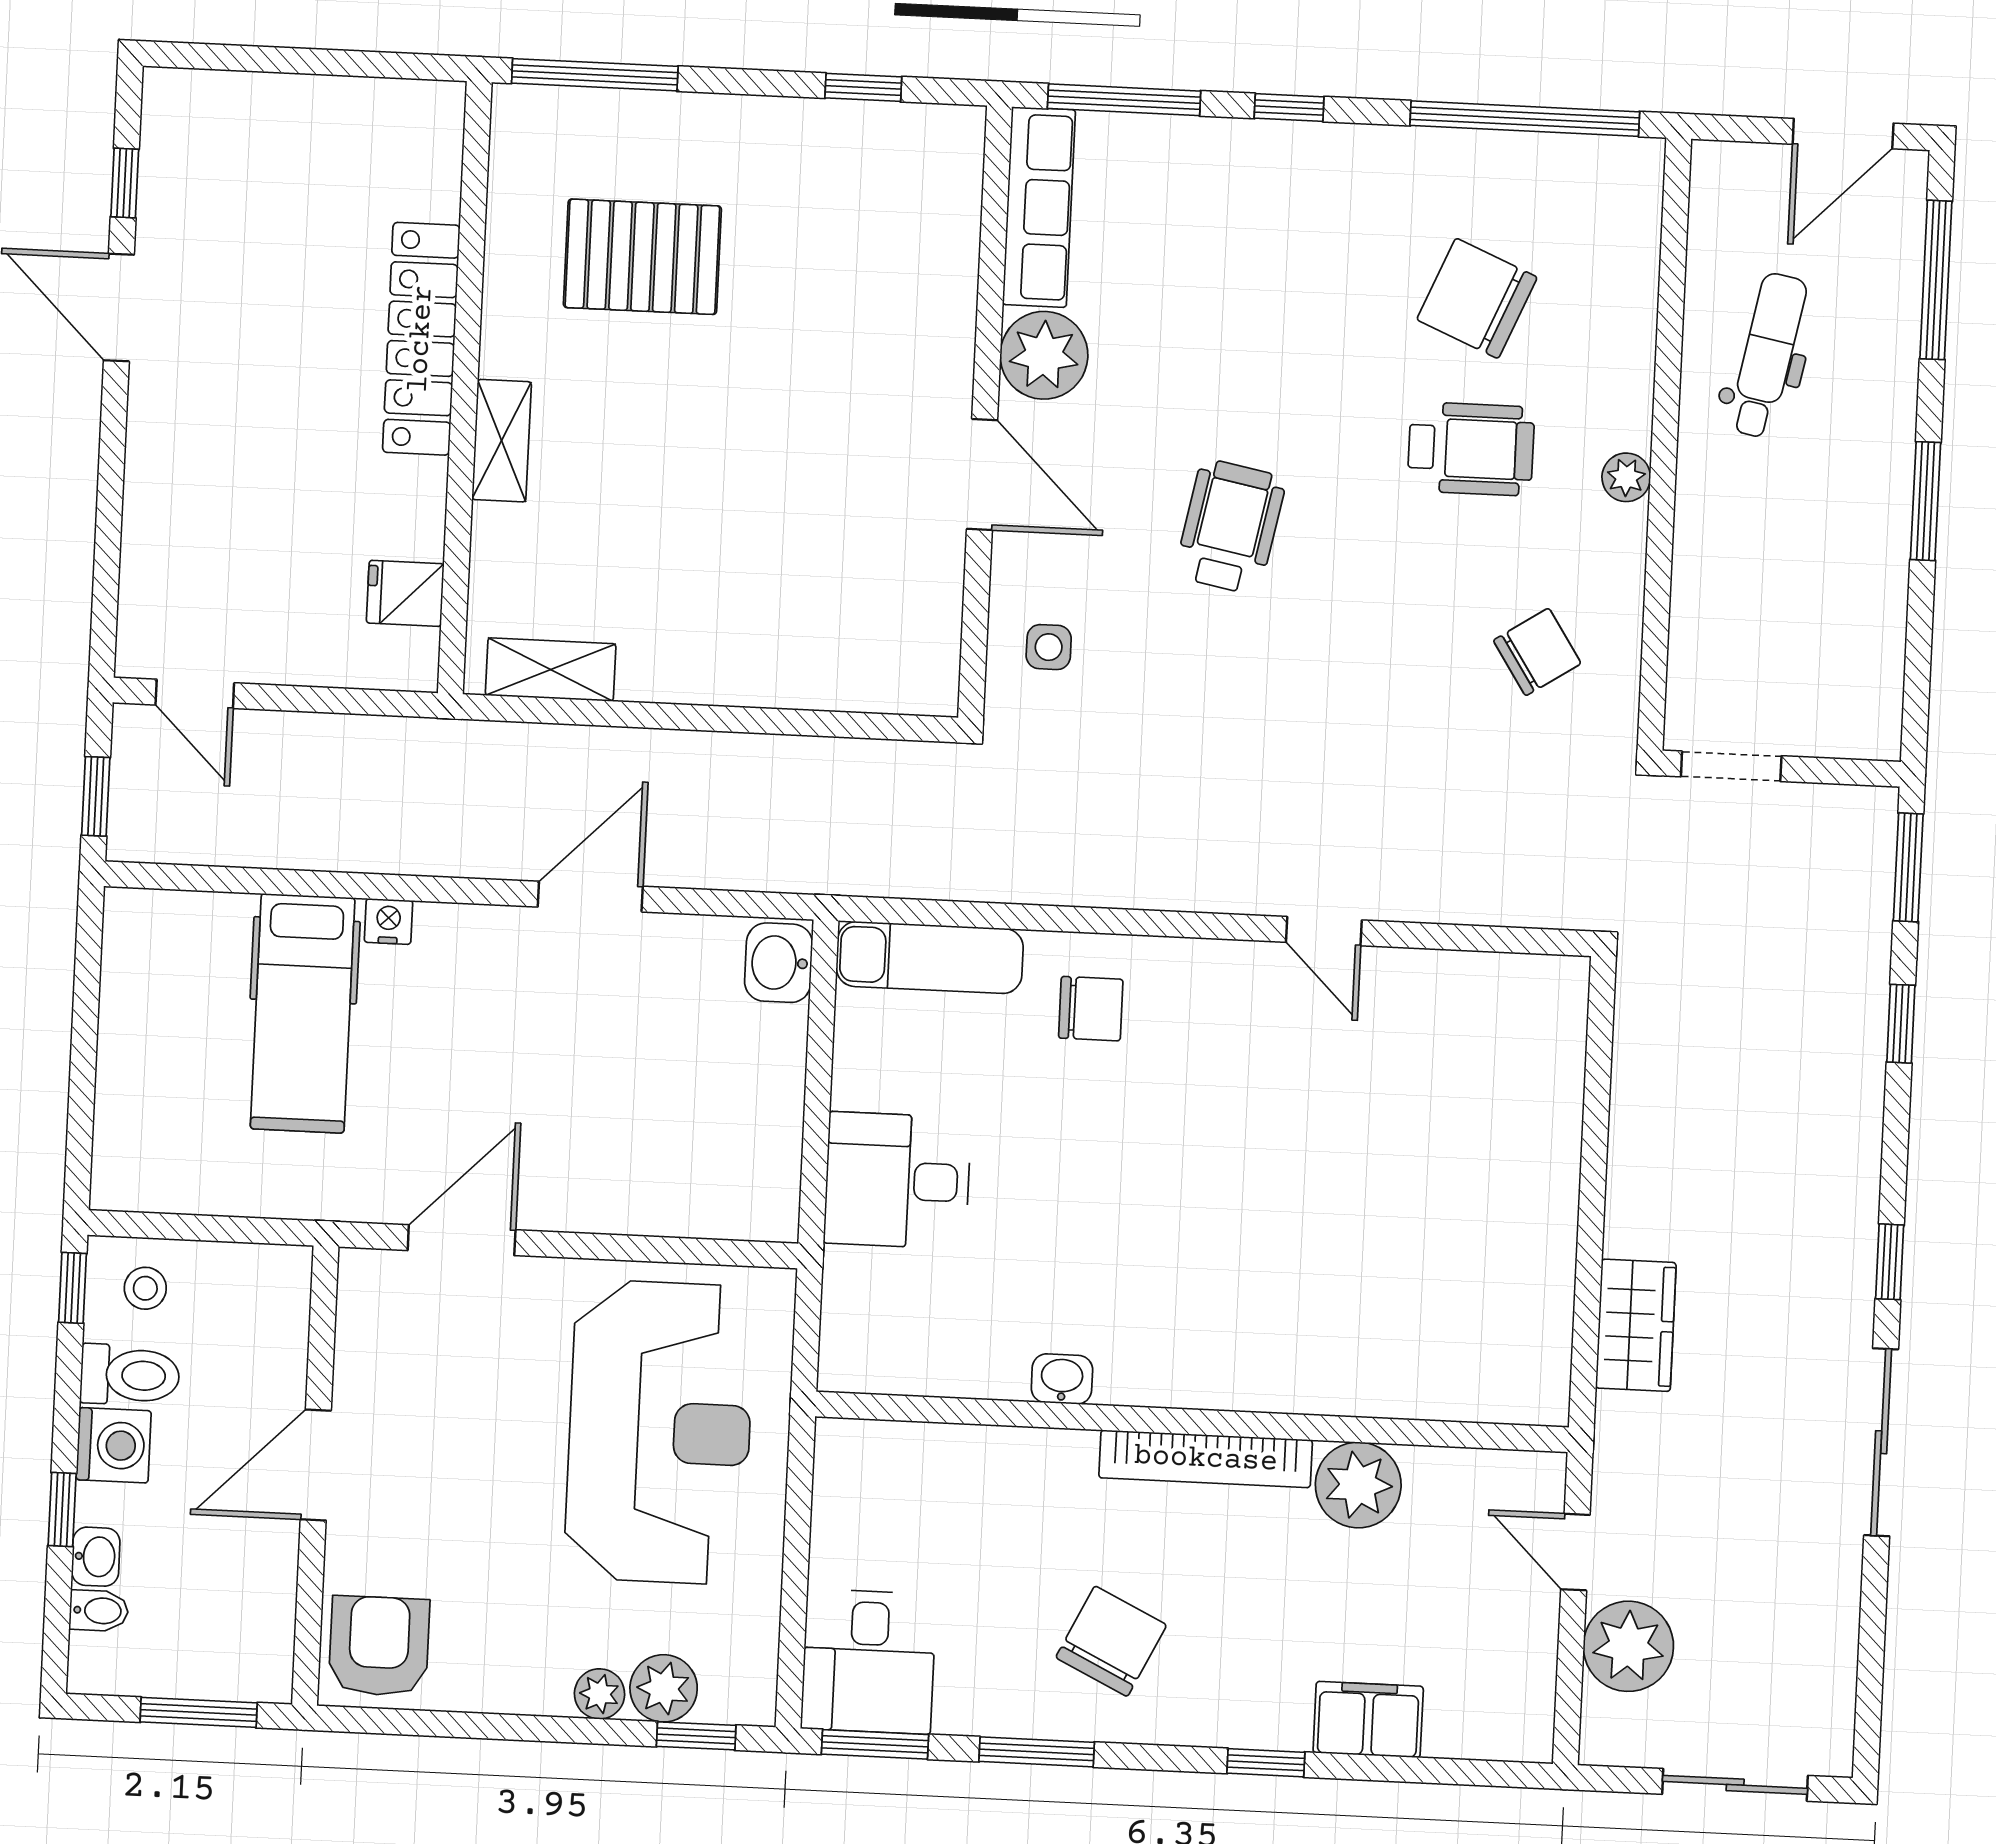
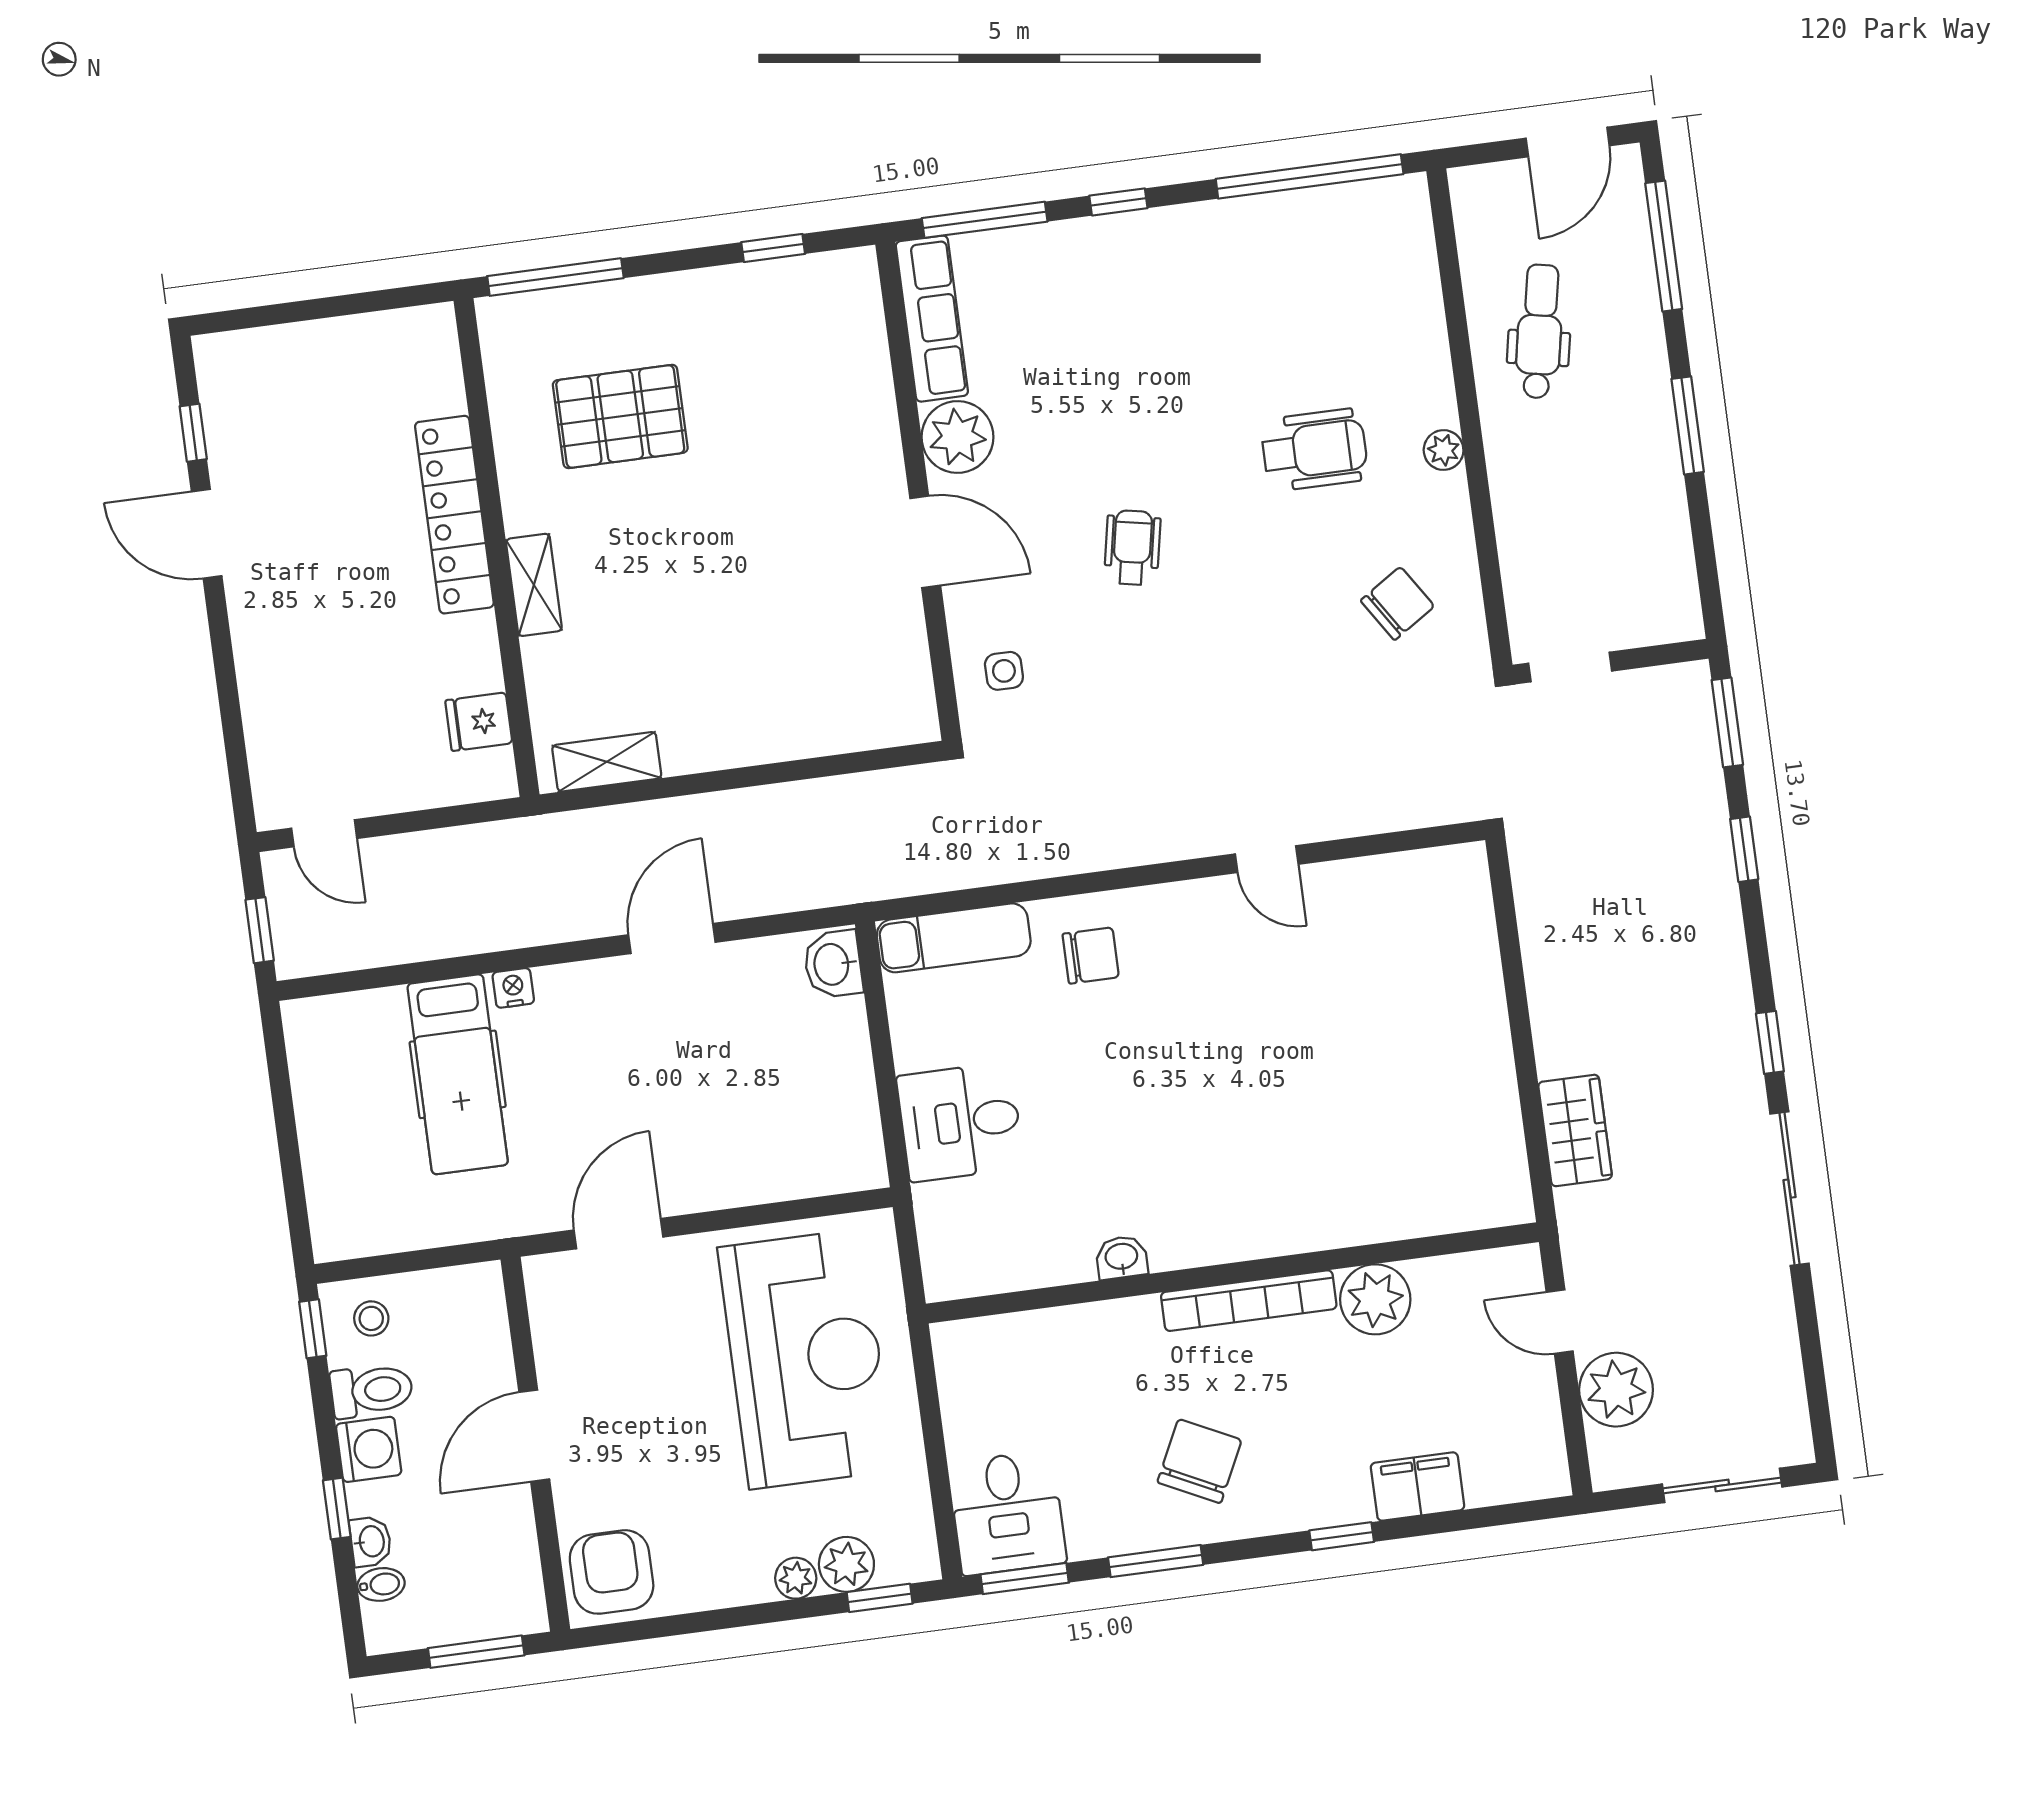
chair: (1477, 298) -> (1297, 328), removed
wheelchair: (1230, 527) -> (1132, 548), width x0.73, depth x0.73

